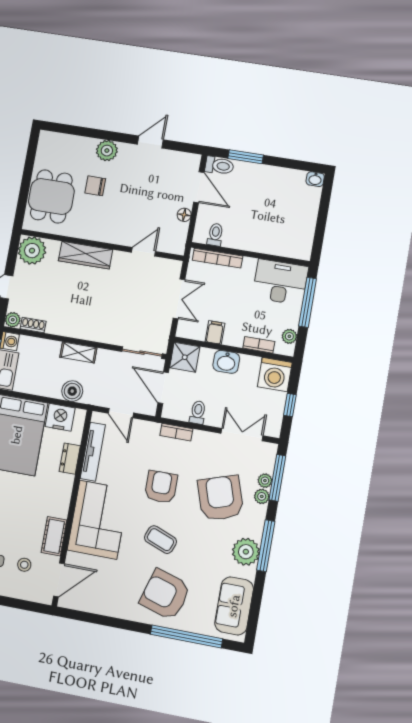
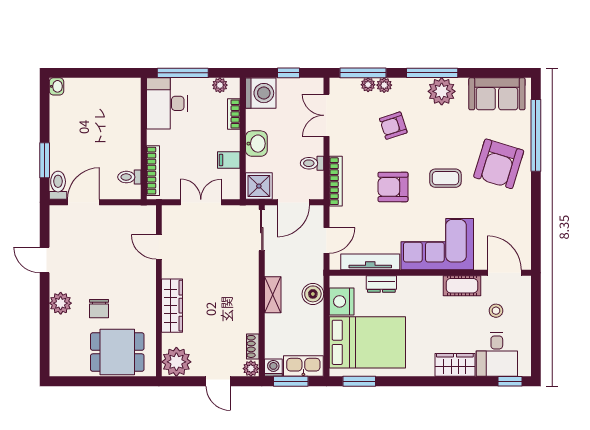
floor lamp: (184, 215) -> (114, 212), removed
bookcase: (176, 432) -> (336, 181), width x1.56
armchair: (221, 498) -> (393, 126), width x0.53, depth x0.53
coffee table: (160, 540) -> (445, 178), turned 69

